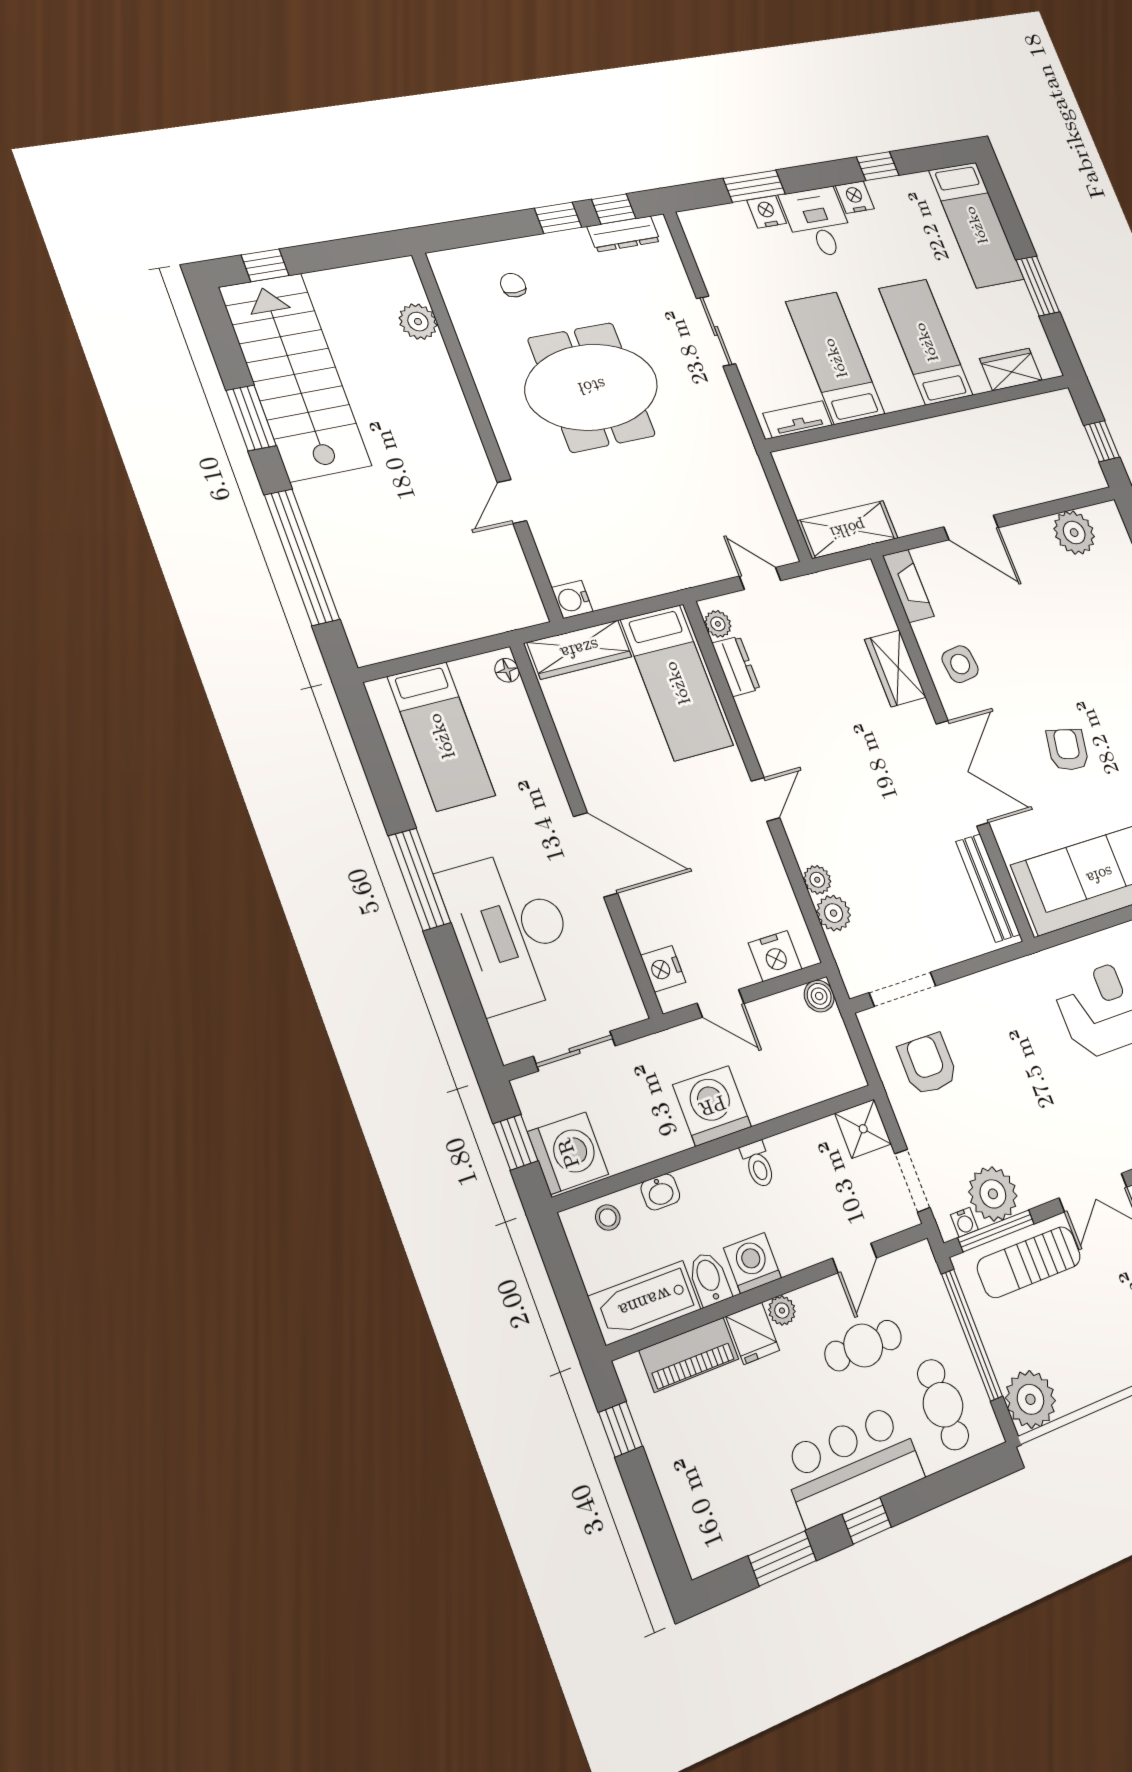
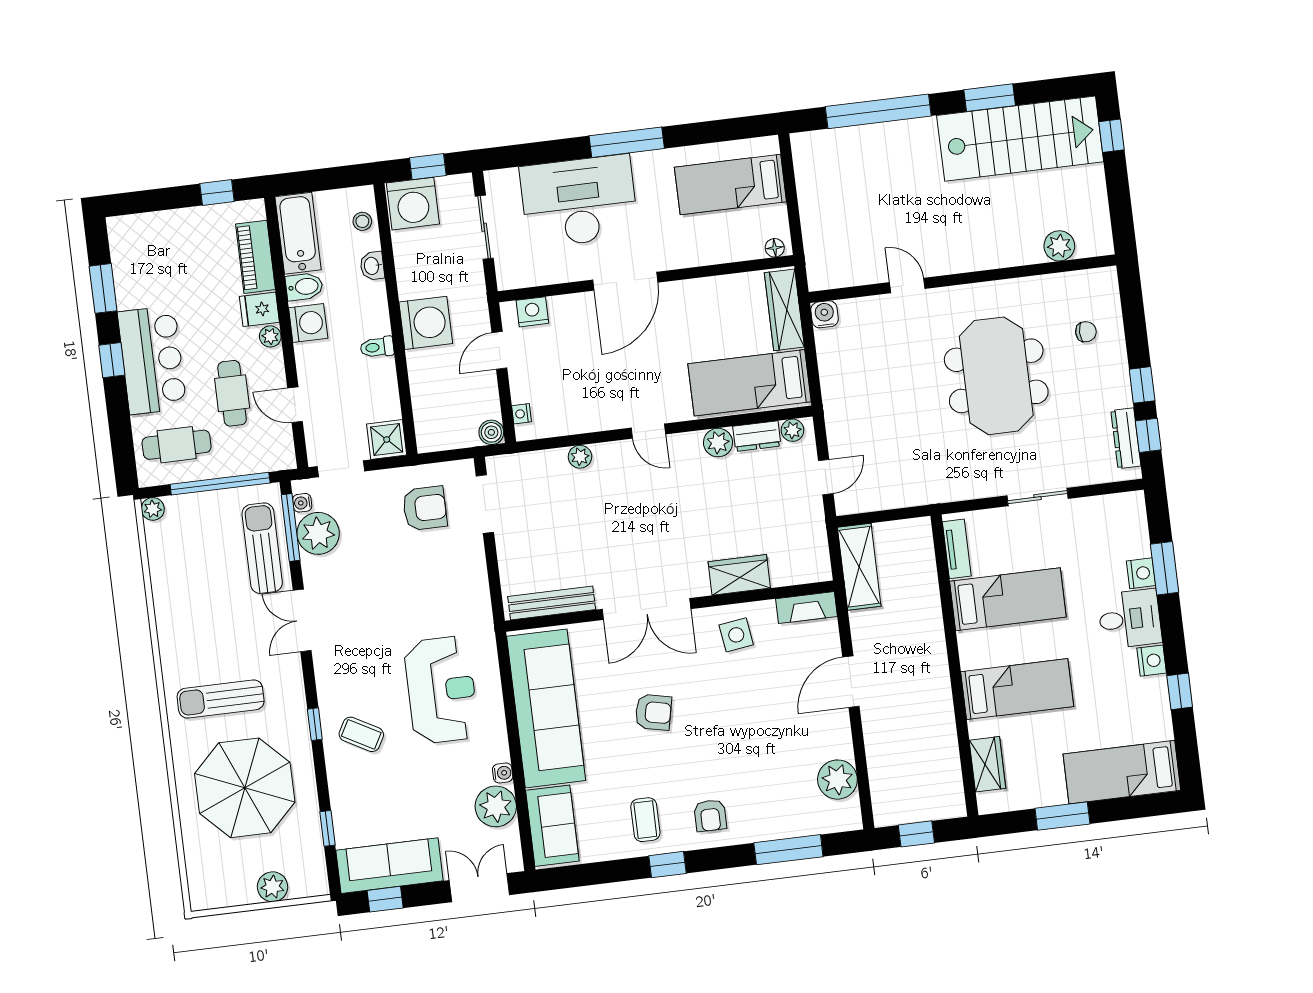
plant: (834, 913) -> (718, 443), moved
nightstand: (775, 956) -> (521, 414), width x0.53, depth x0.56
plant: (1030, 1399) -> (153, 509), width x0.53, depth x0.53

